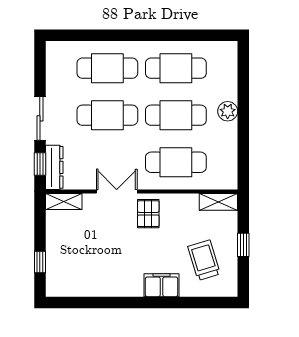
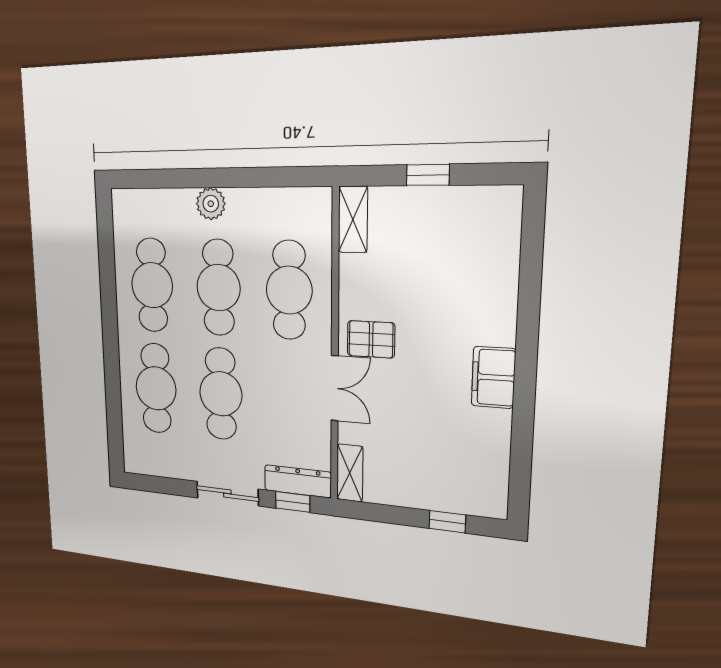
double door: (117, 191) -> (335, 388), swing flipped
trolley: (204, 260) -> (453, 246), removed
filing cabinet: (162, 285) -> (493, 377), moved

